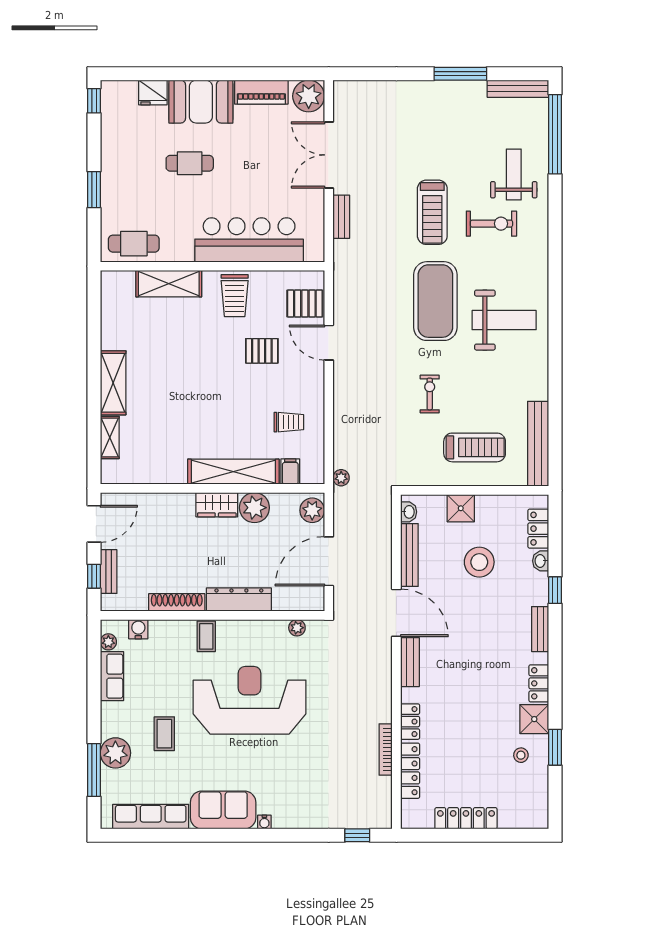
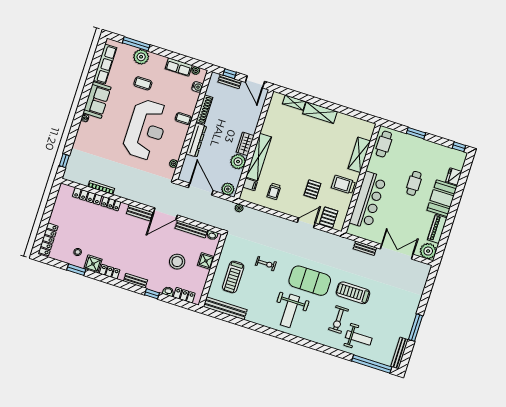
locker: (466, 818) -> (48, 239), moved

